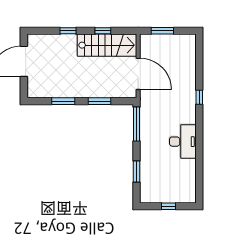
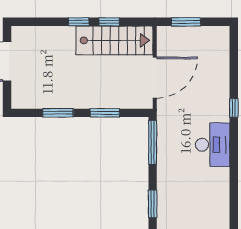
window: (68, 31) -> (79, 22), moved
door: (138, 74) -> (155, 78), hinge flipped
desk: (183, 142) -> (213, 145), moved

